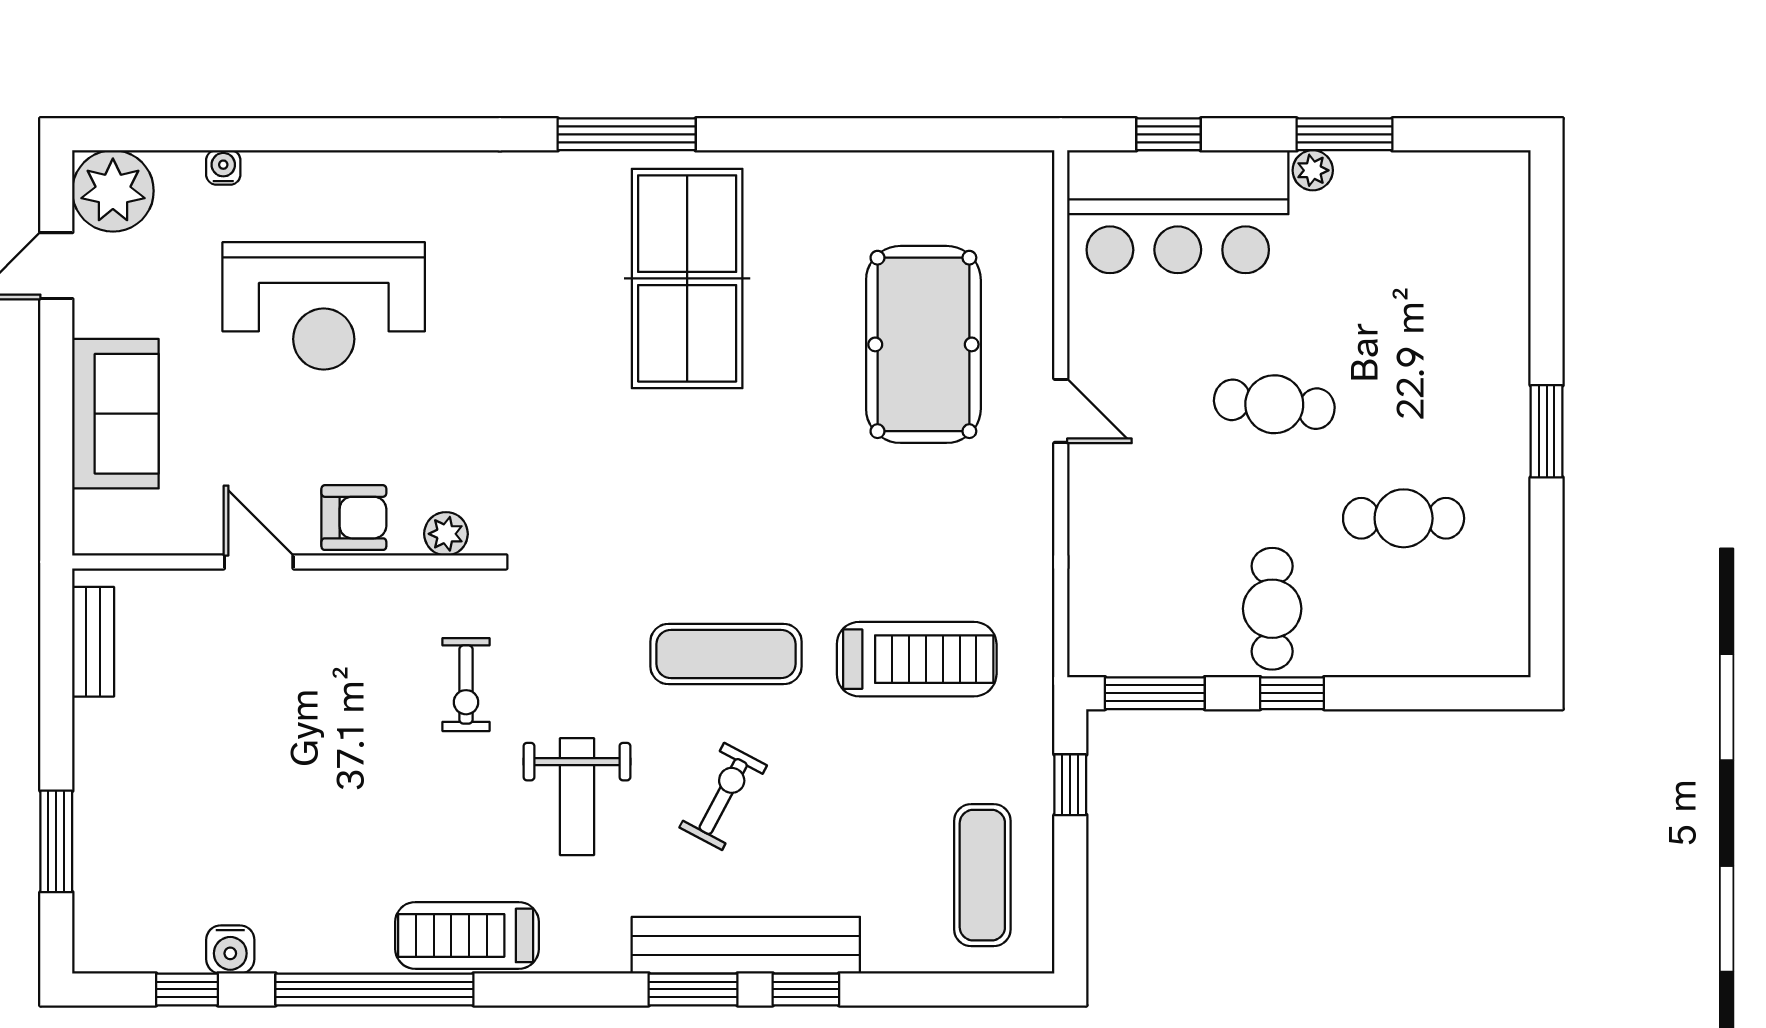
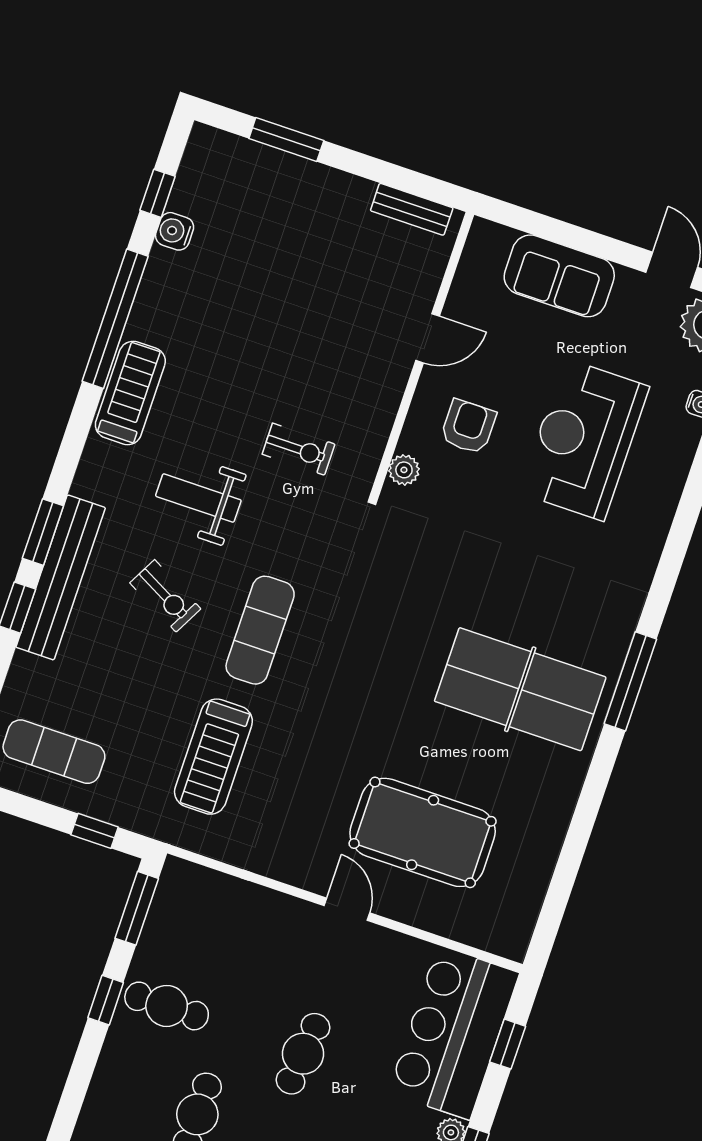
door: (1061, 411) -> (347, 909), swing flipped
armchair: (354, 518) -> (468, 427), moved, turned 180
exercise bike: (466, 685) -> (299, 449), turned 180

